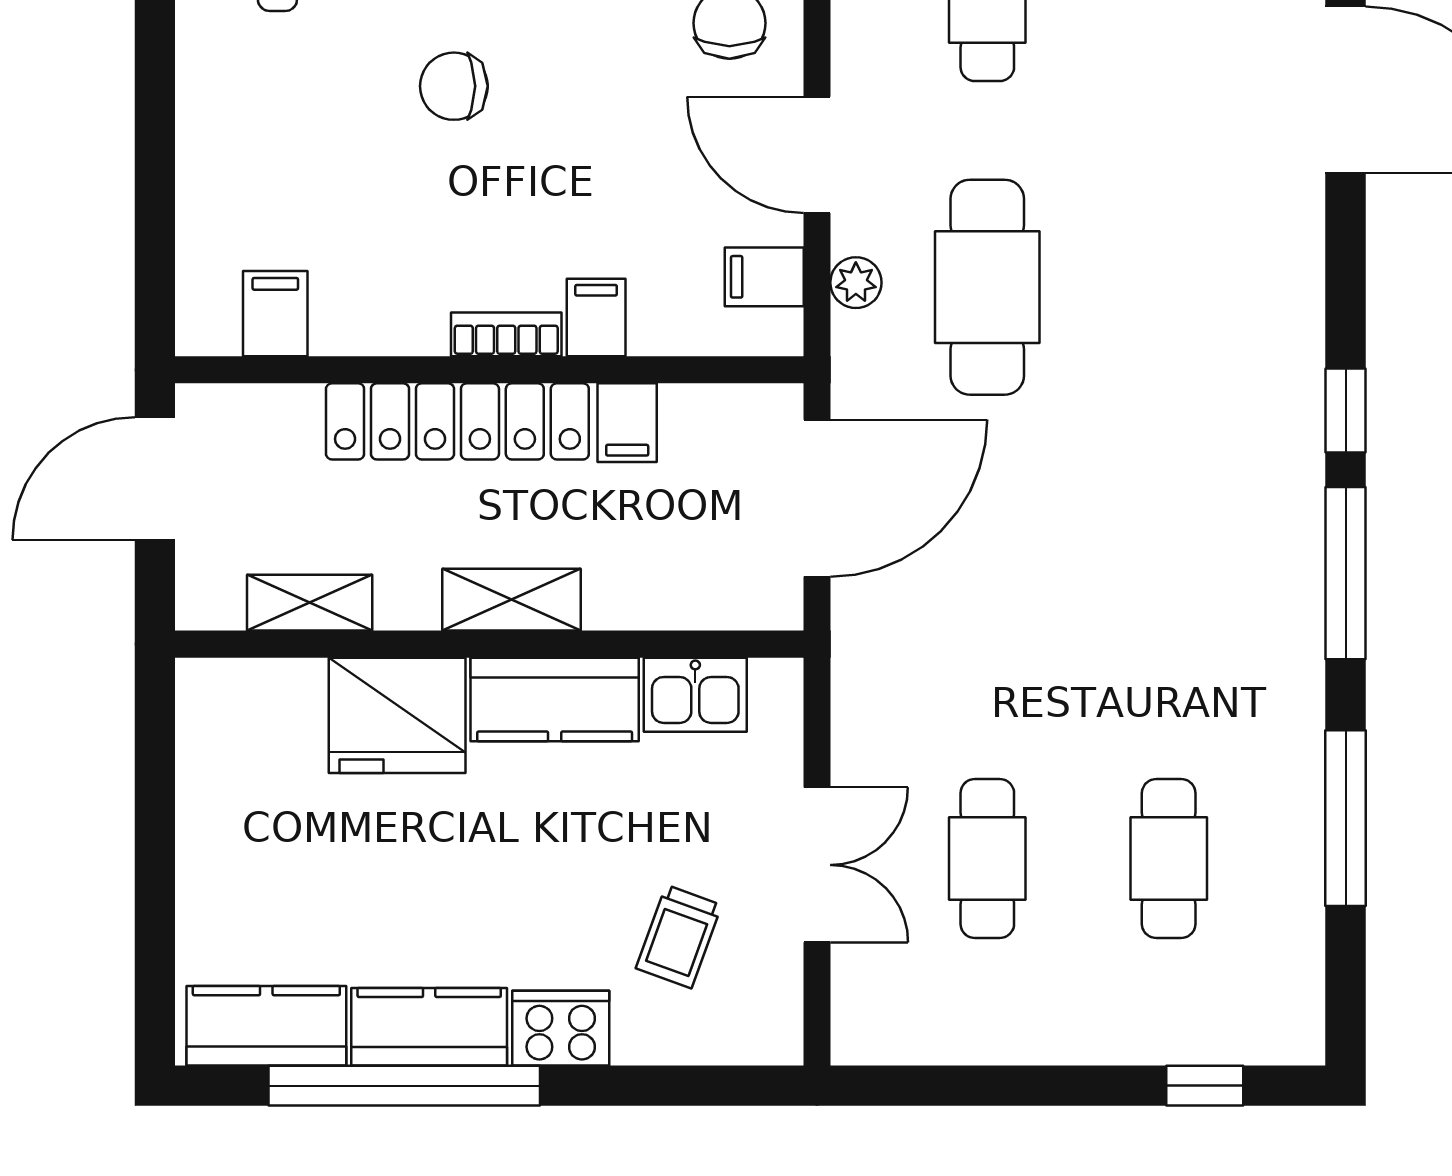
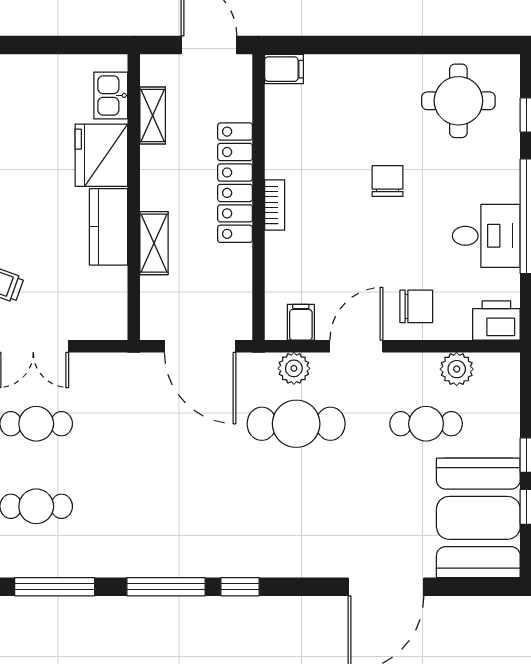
plant: (856, 283) -> (294, 368), width x1.38, depth x1.38
filing cabinet: (275, 314) -> (284, 69), moved
filing cabinet: (596, 318) -> (282, 246), removed
filing cabinet: (627, 423) -> (234, 260), removed
shelving: (511, 600) -> (154, 243), moved
kitchen sink: (695, 695) -> (111, 95), moved

